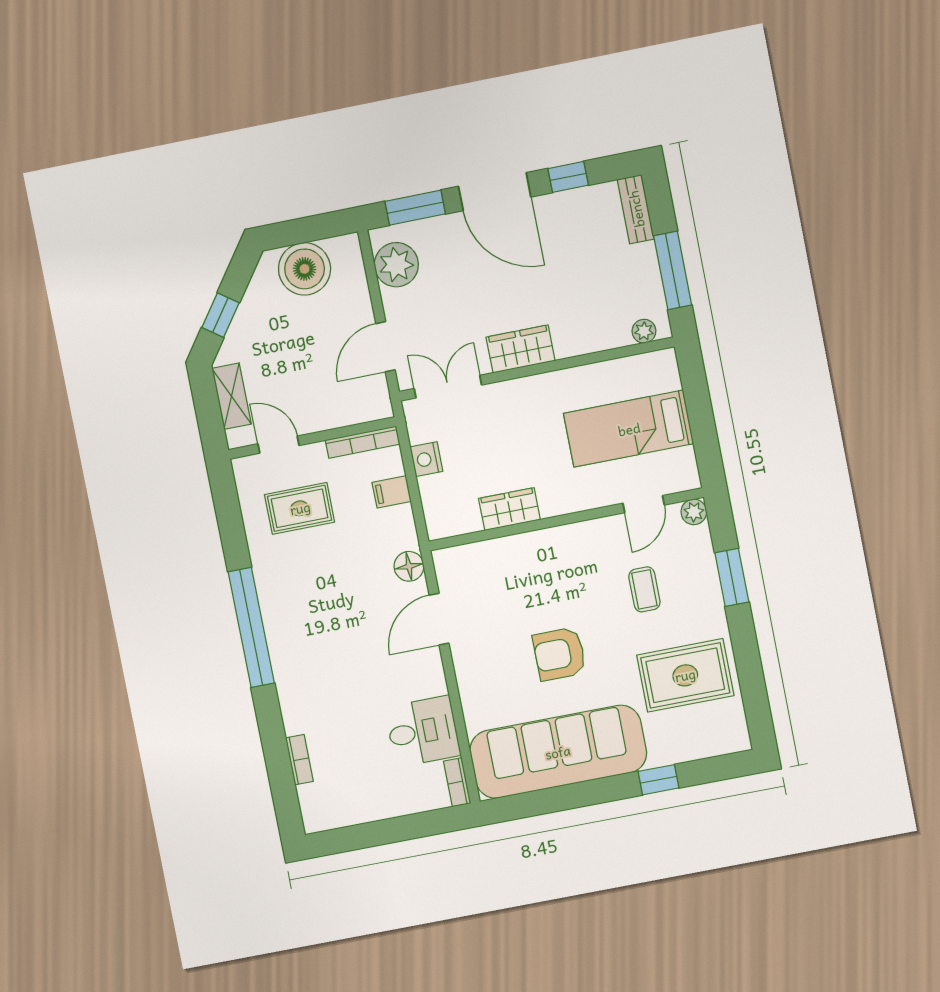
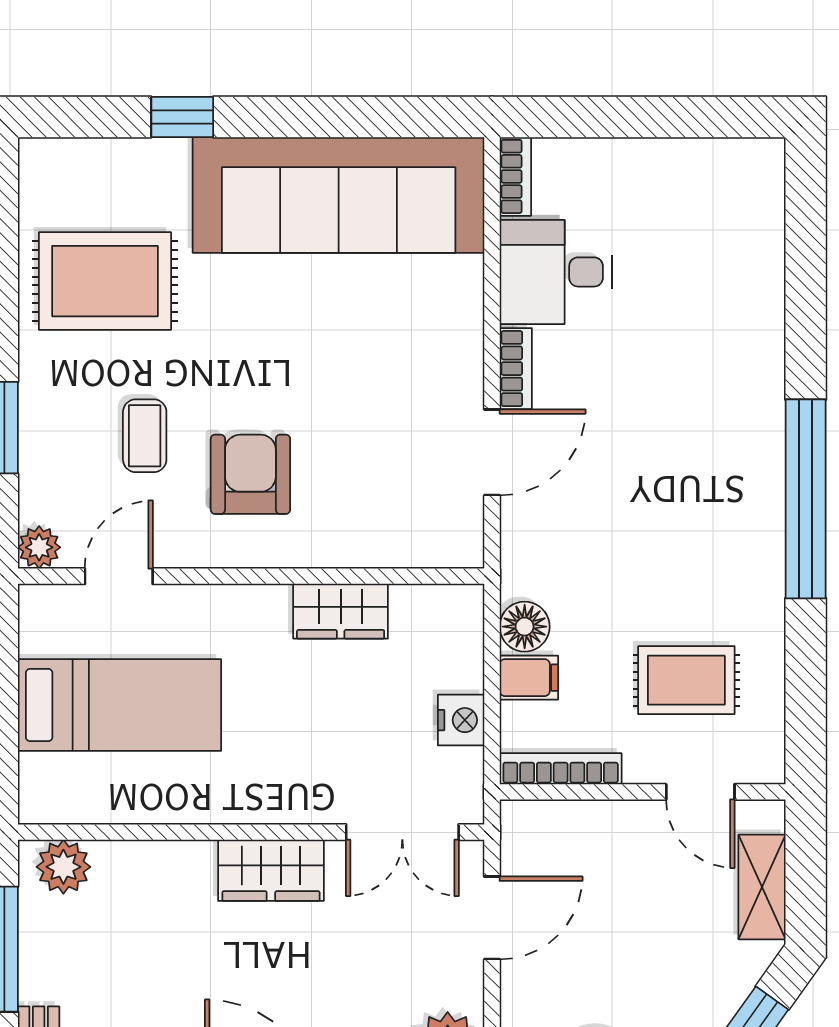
plant: (644, 331) -> (63, 867), width x1.38, depth x1.38
floor lamp: (409, 566) -> (525, 627), moved
armchair: (559, 654) -> (250, 474), moved, turned -90
bookcase: (299, 760) -> (516, 369), moved, turned 180

